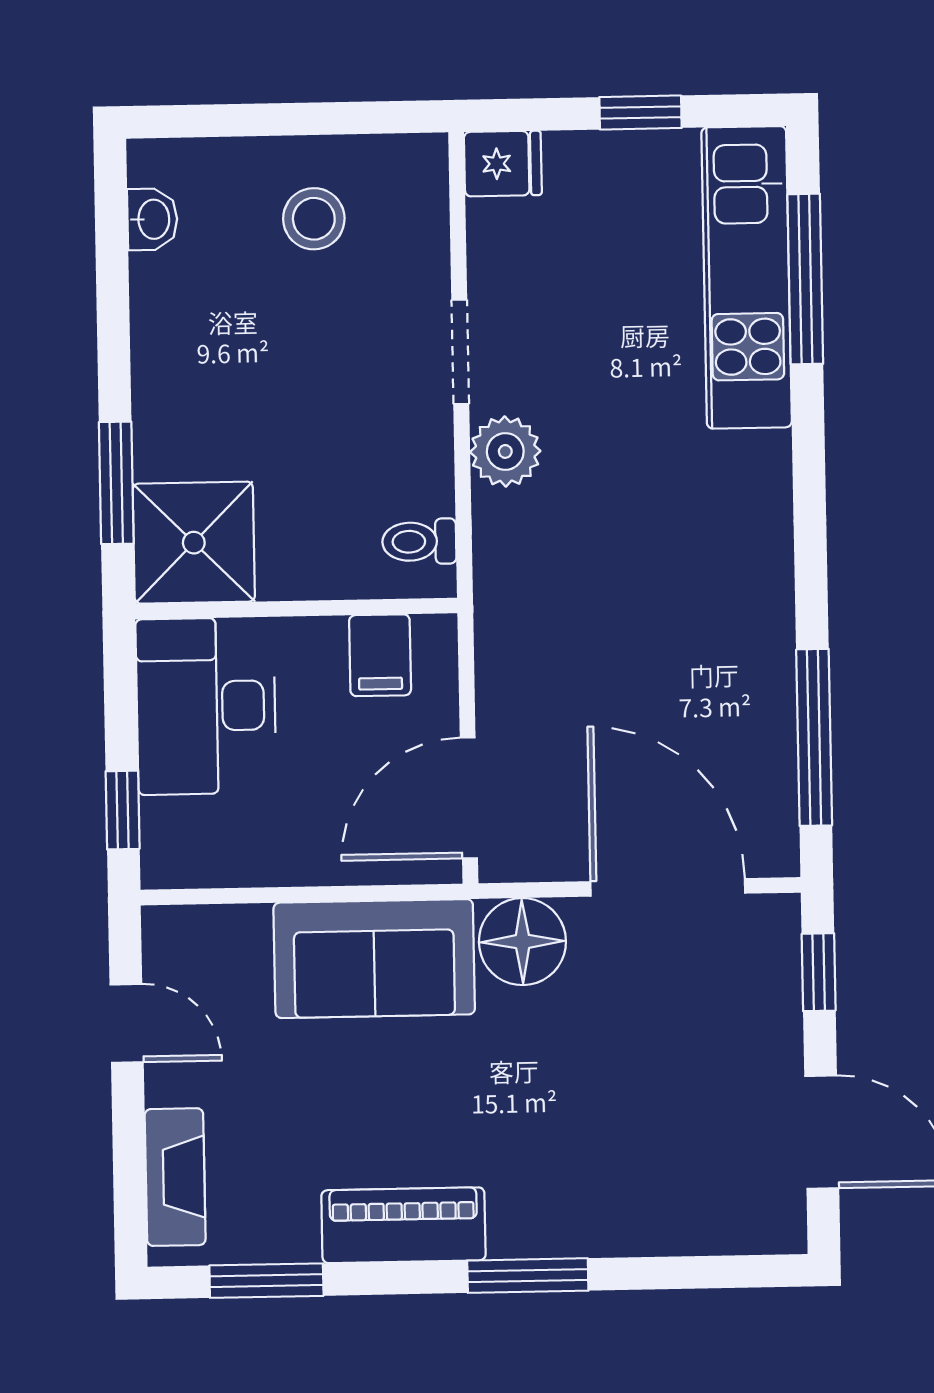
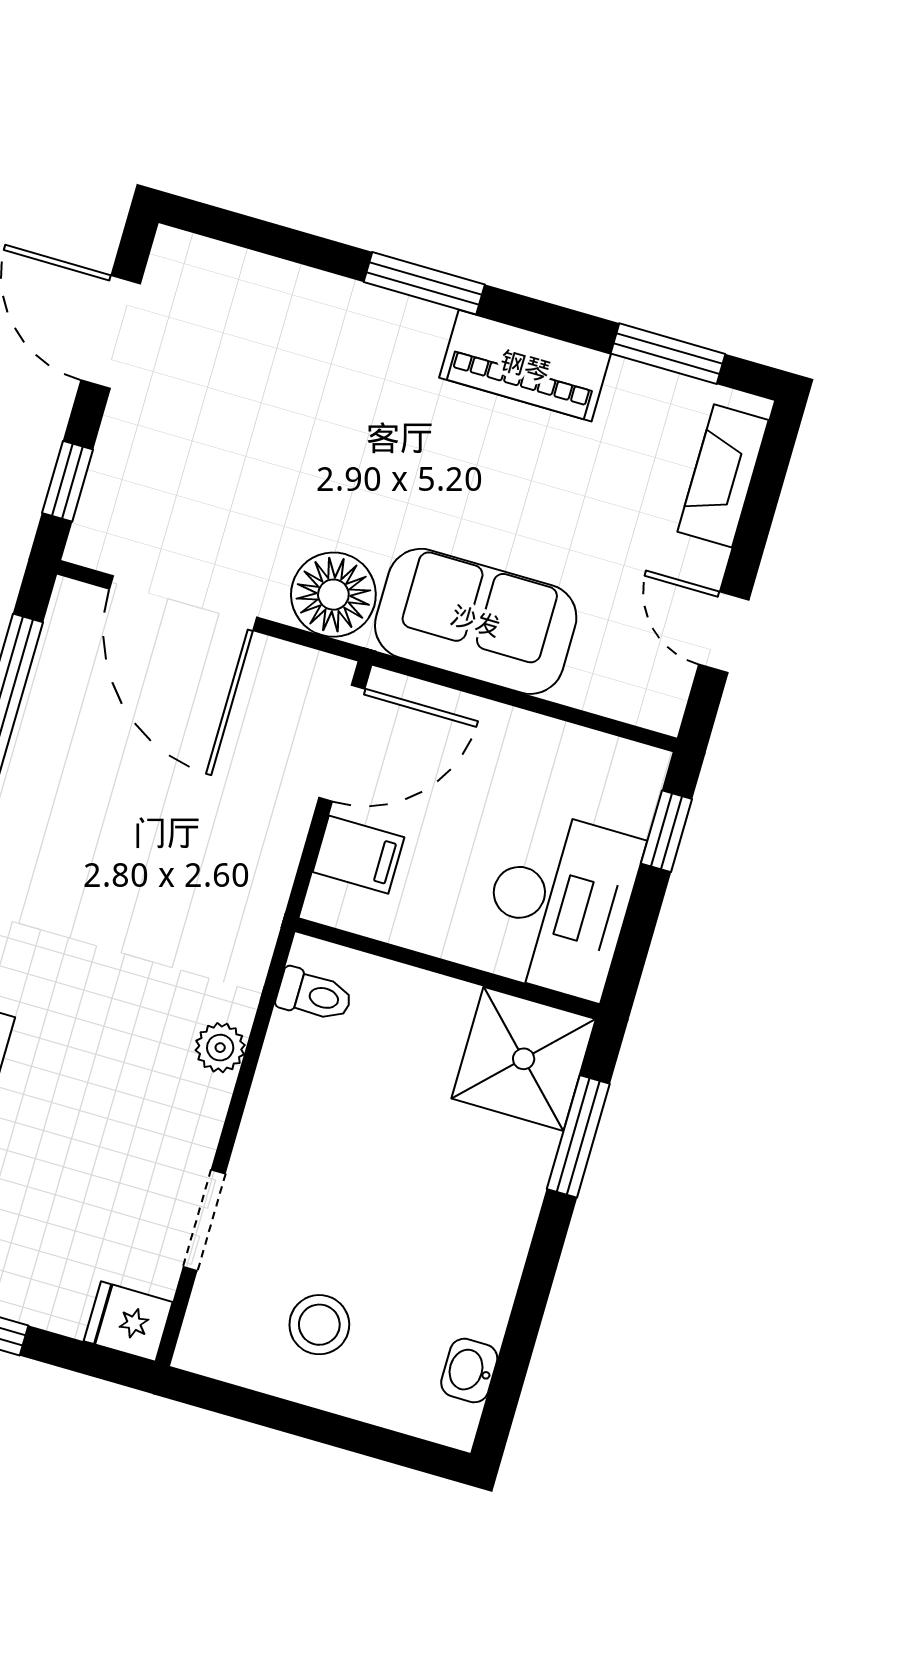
doorway: (460, 352) -> (204, 1220), moved
plant: (505, 451) -> (220, 1048), width x0.73, depth x0.73
filing cabinet: (380, 655) -> (358, 855), moved, turned 90

